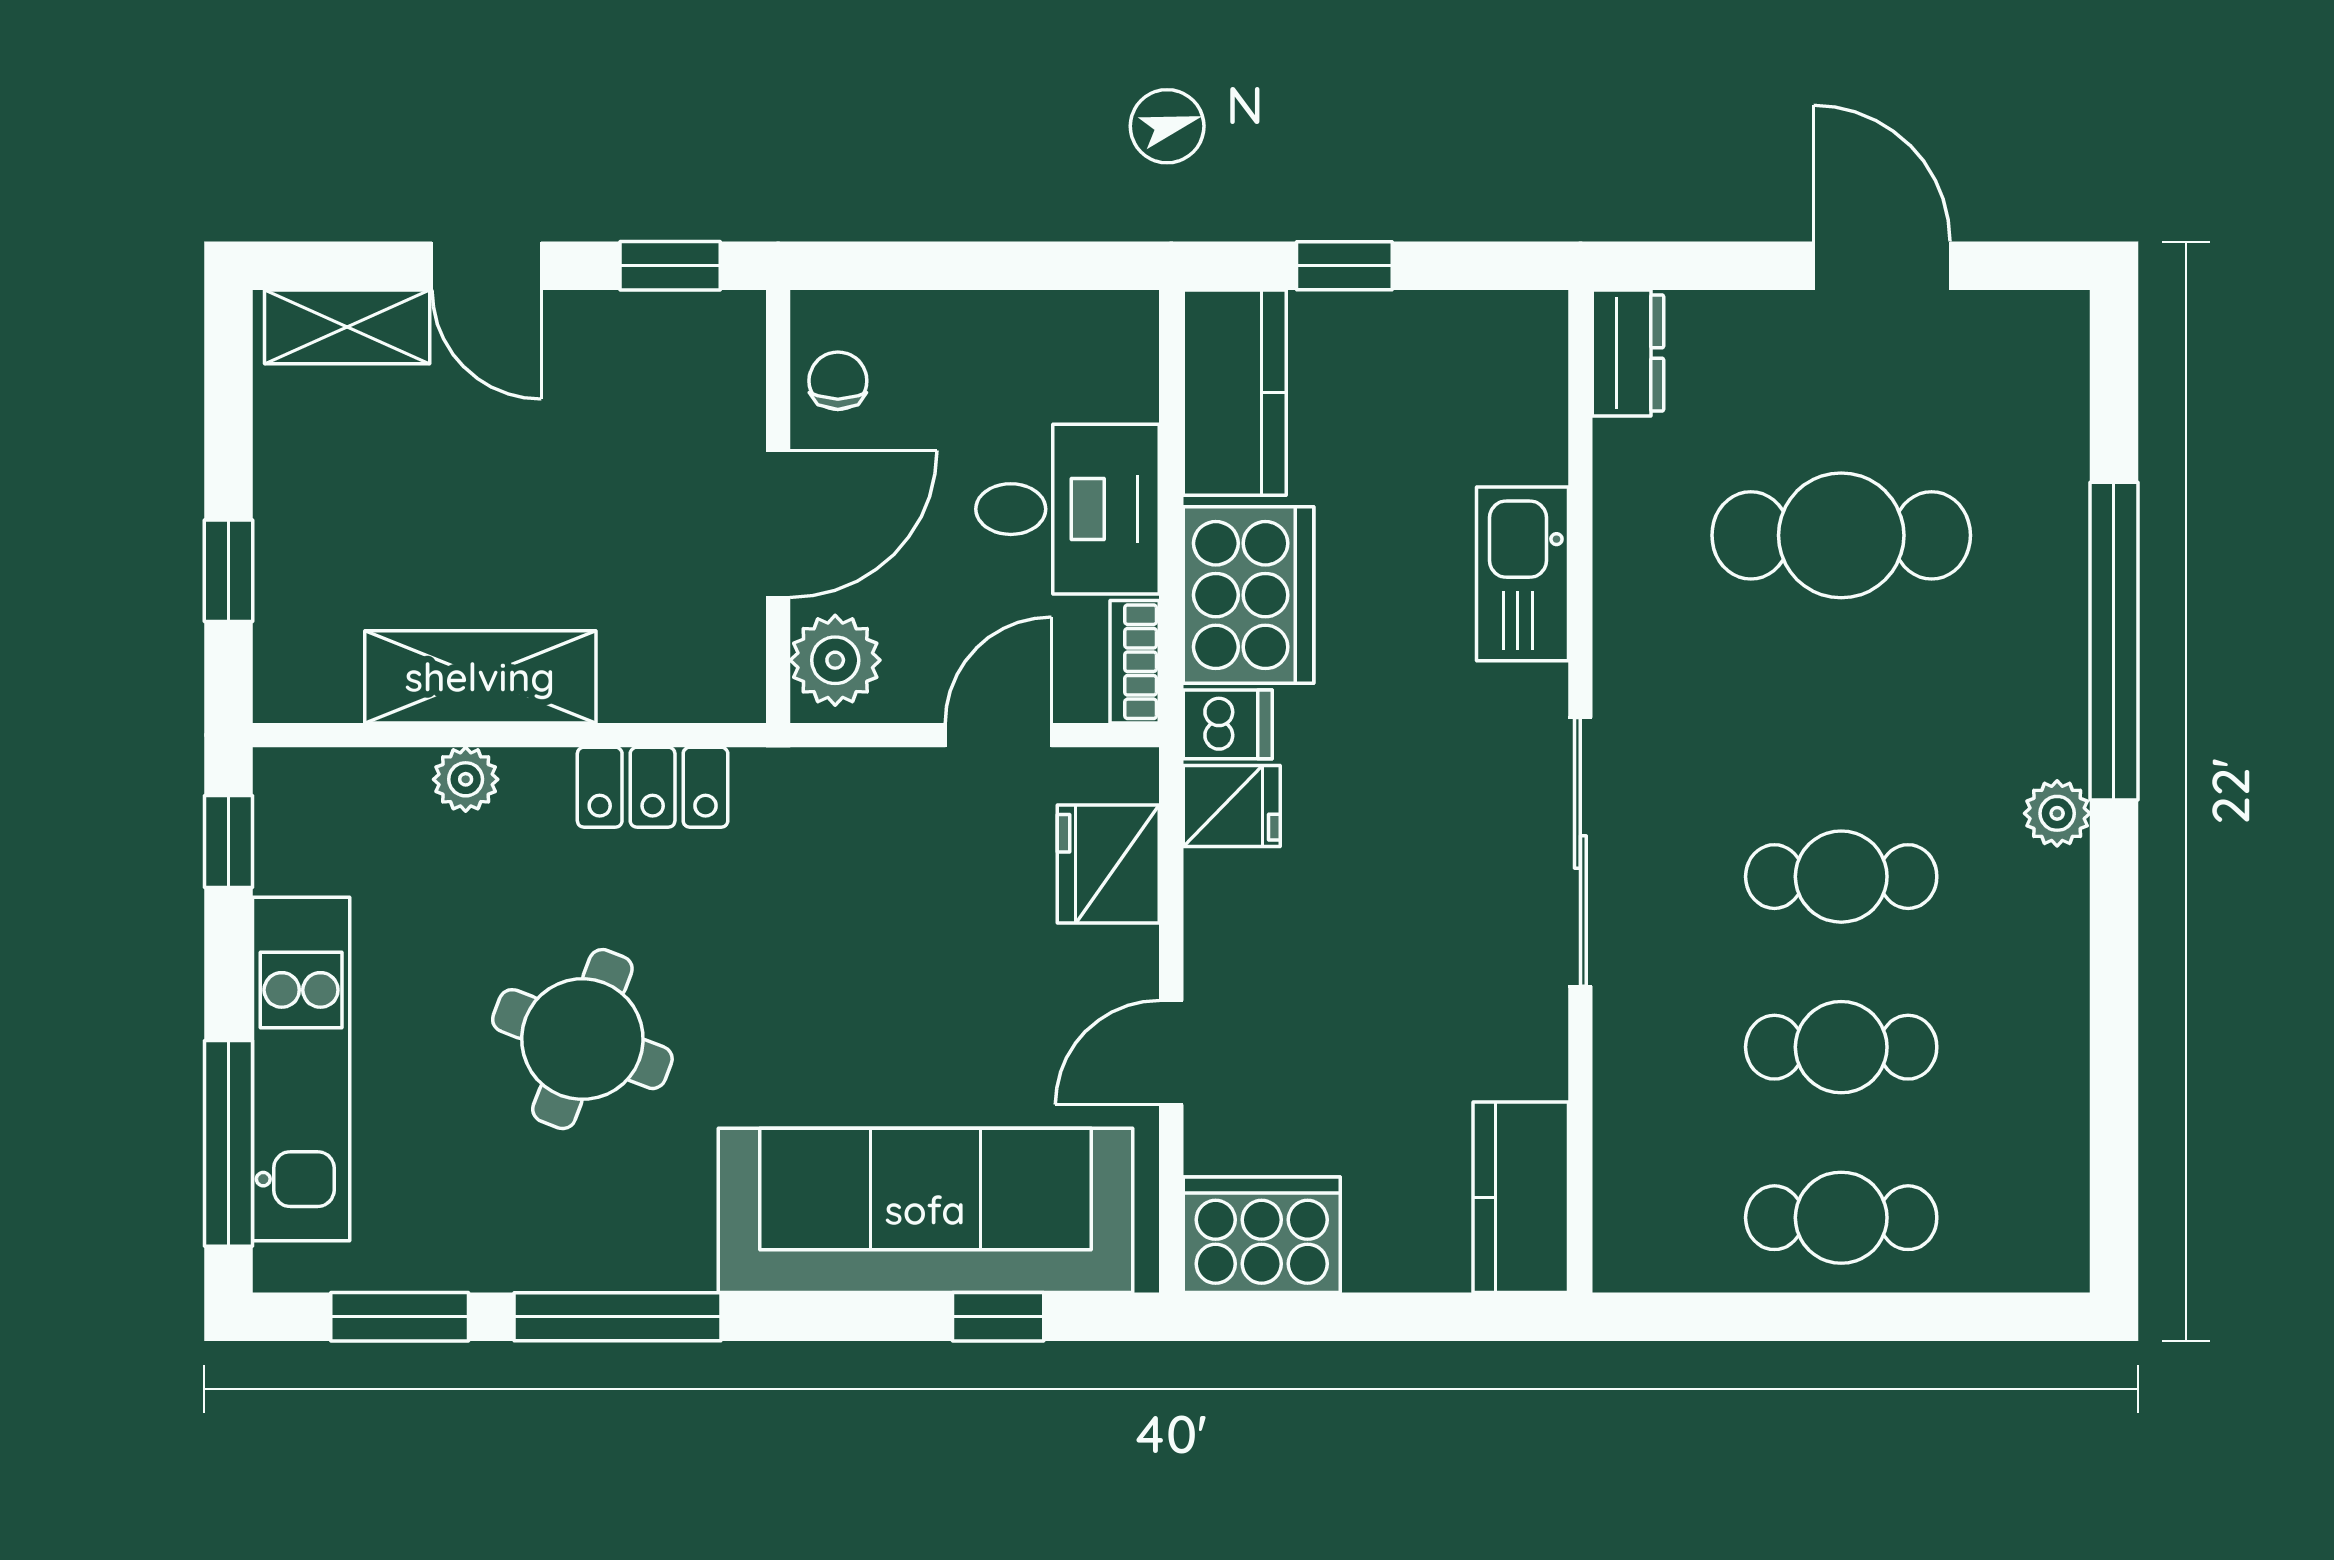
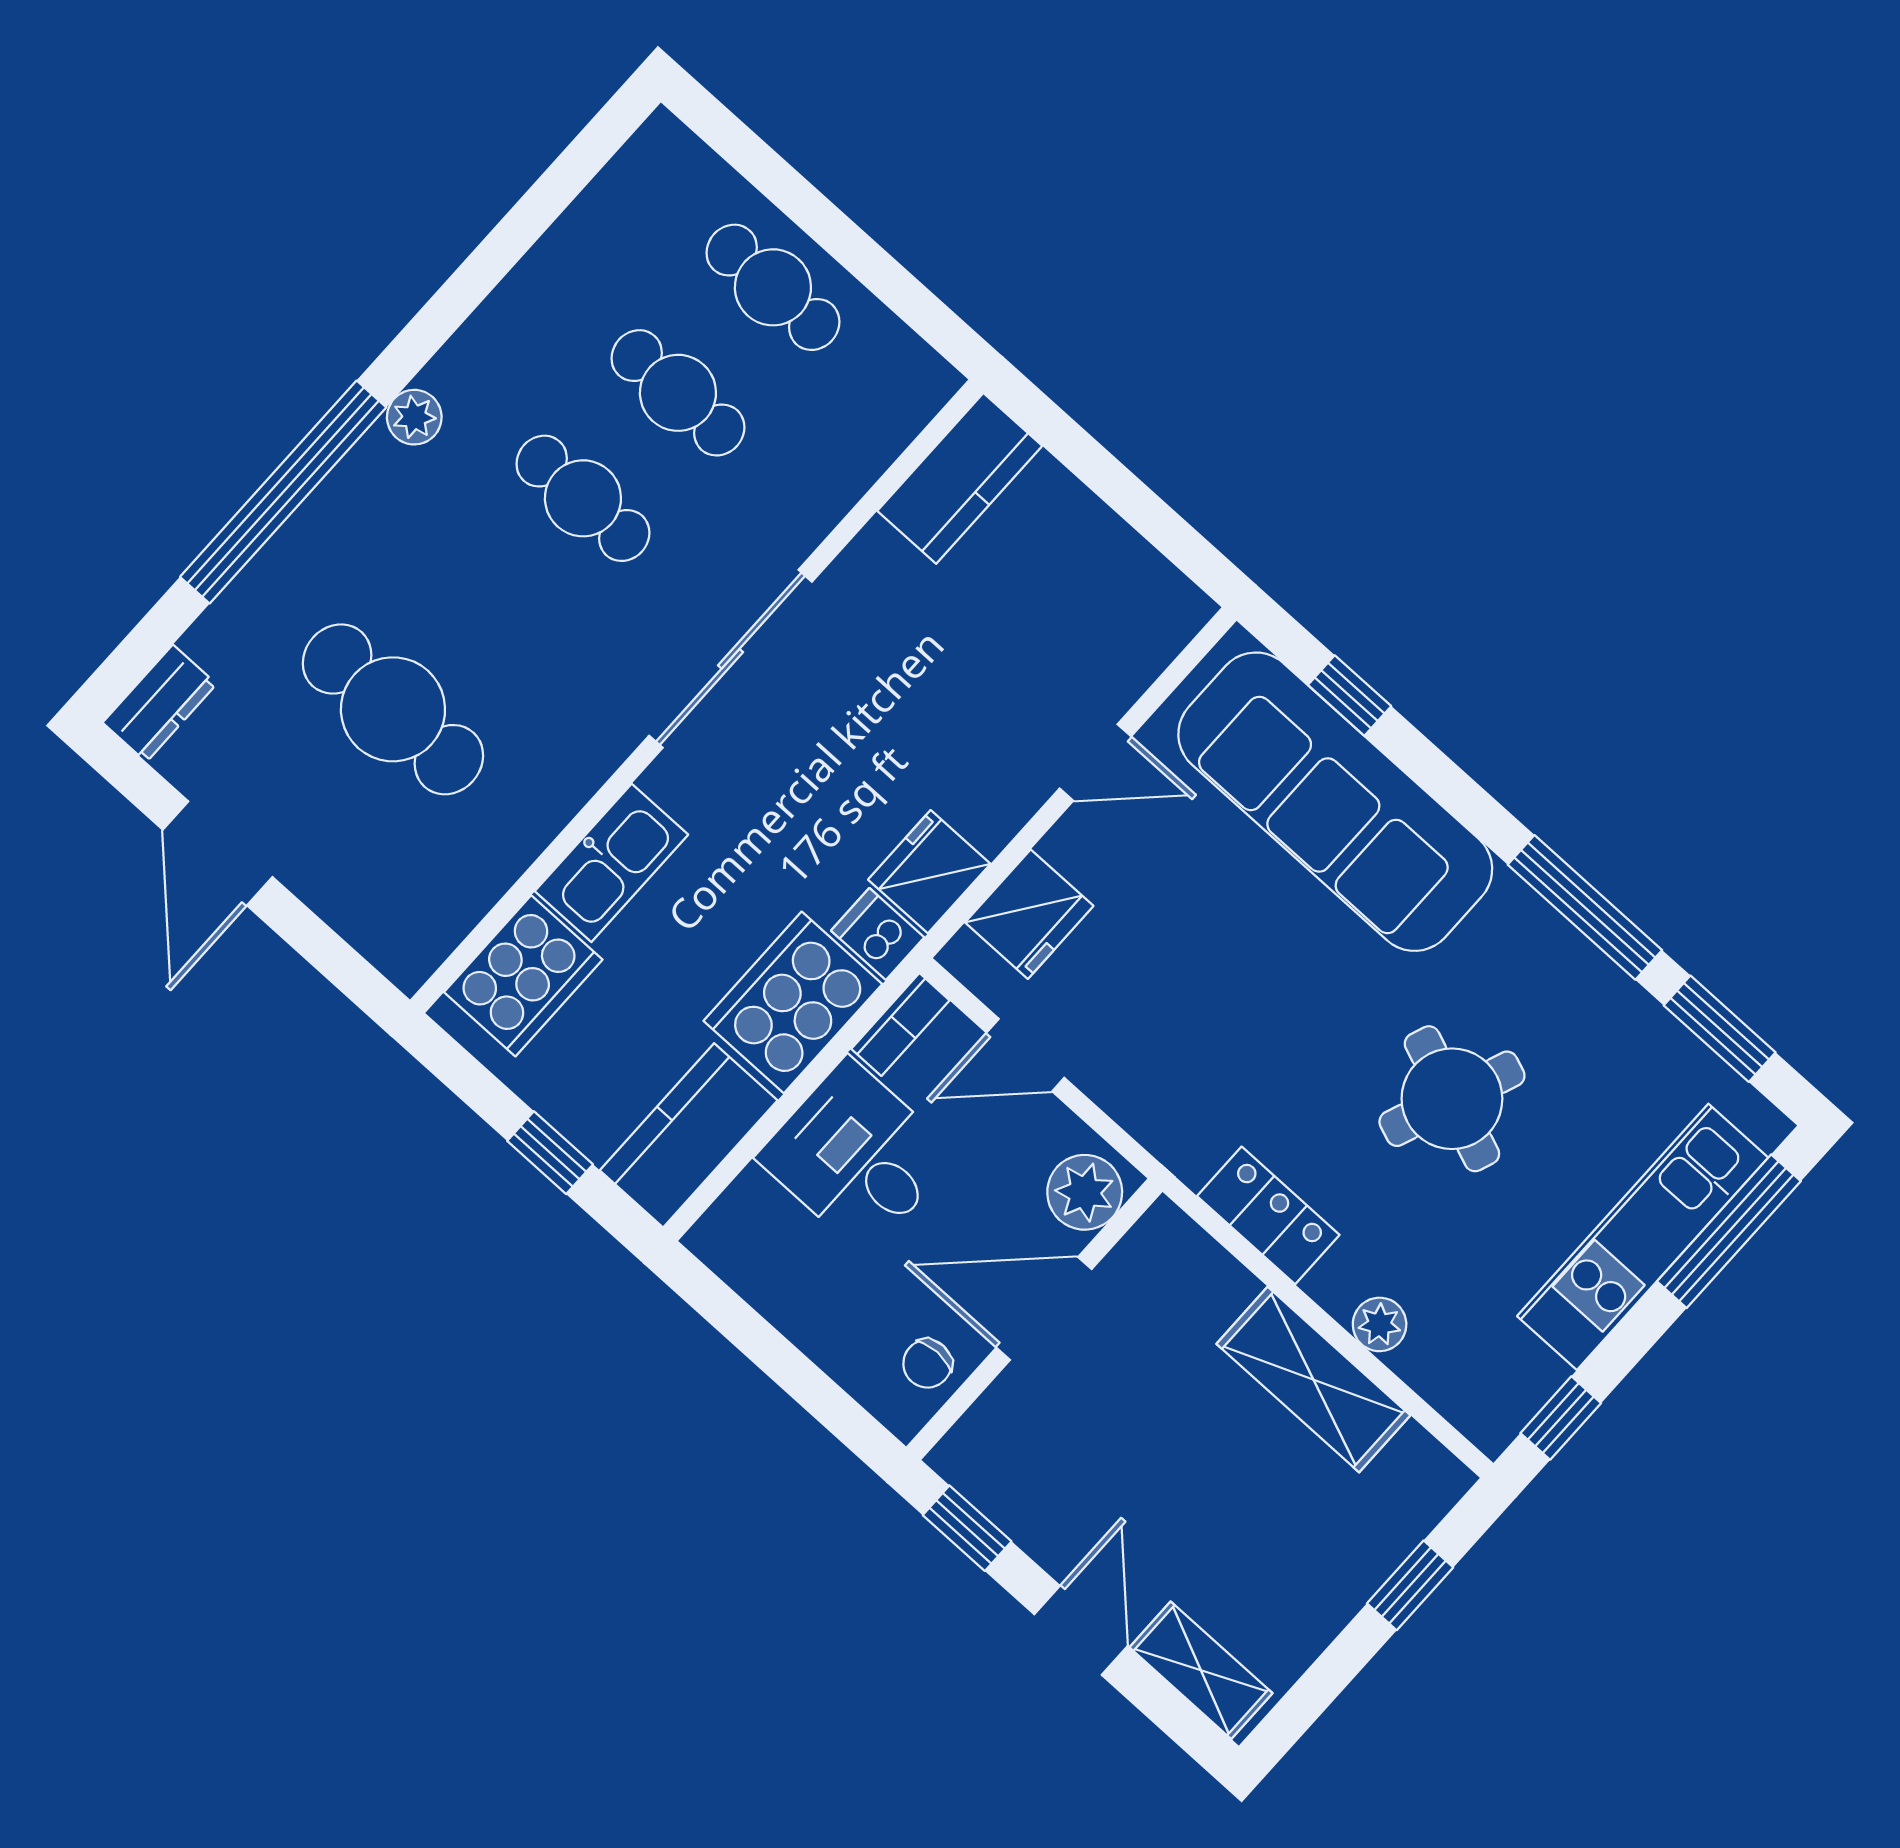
dresser: (1628, 353) -> (160, 703), moved, turned 180
fridge: (1232, 806) -> (929, 872), width x1.38
cooker: (1262, 1235) -> (523, 976), moved, turned -90

